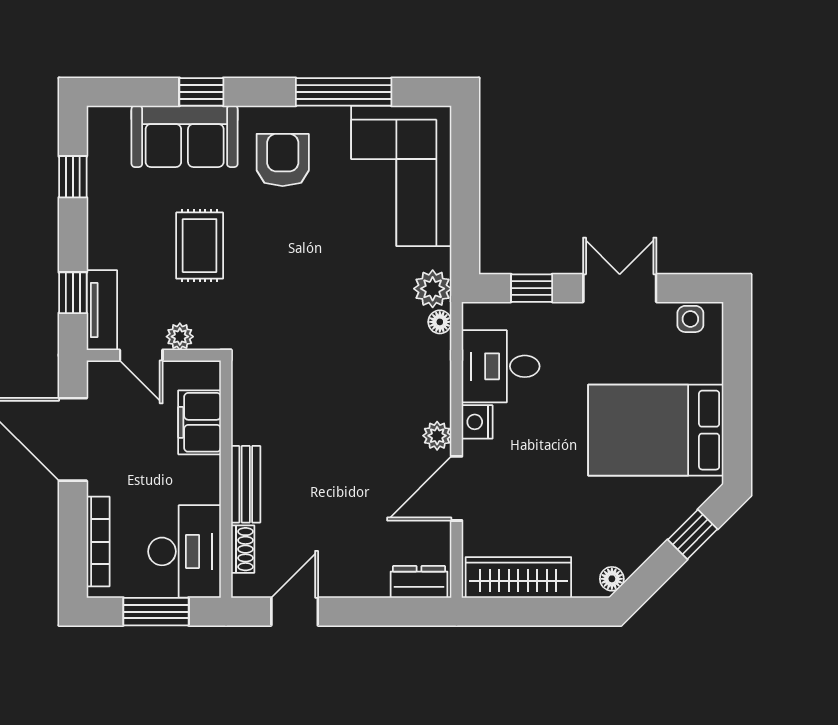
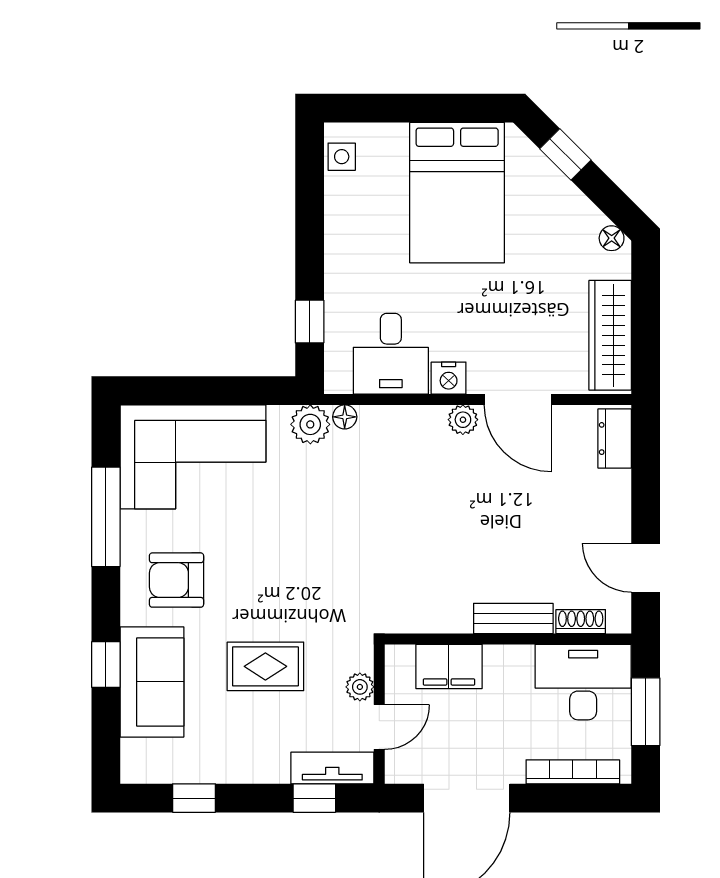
double door: (620, 288) -> (310, 230), removed

